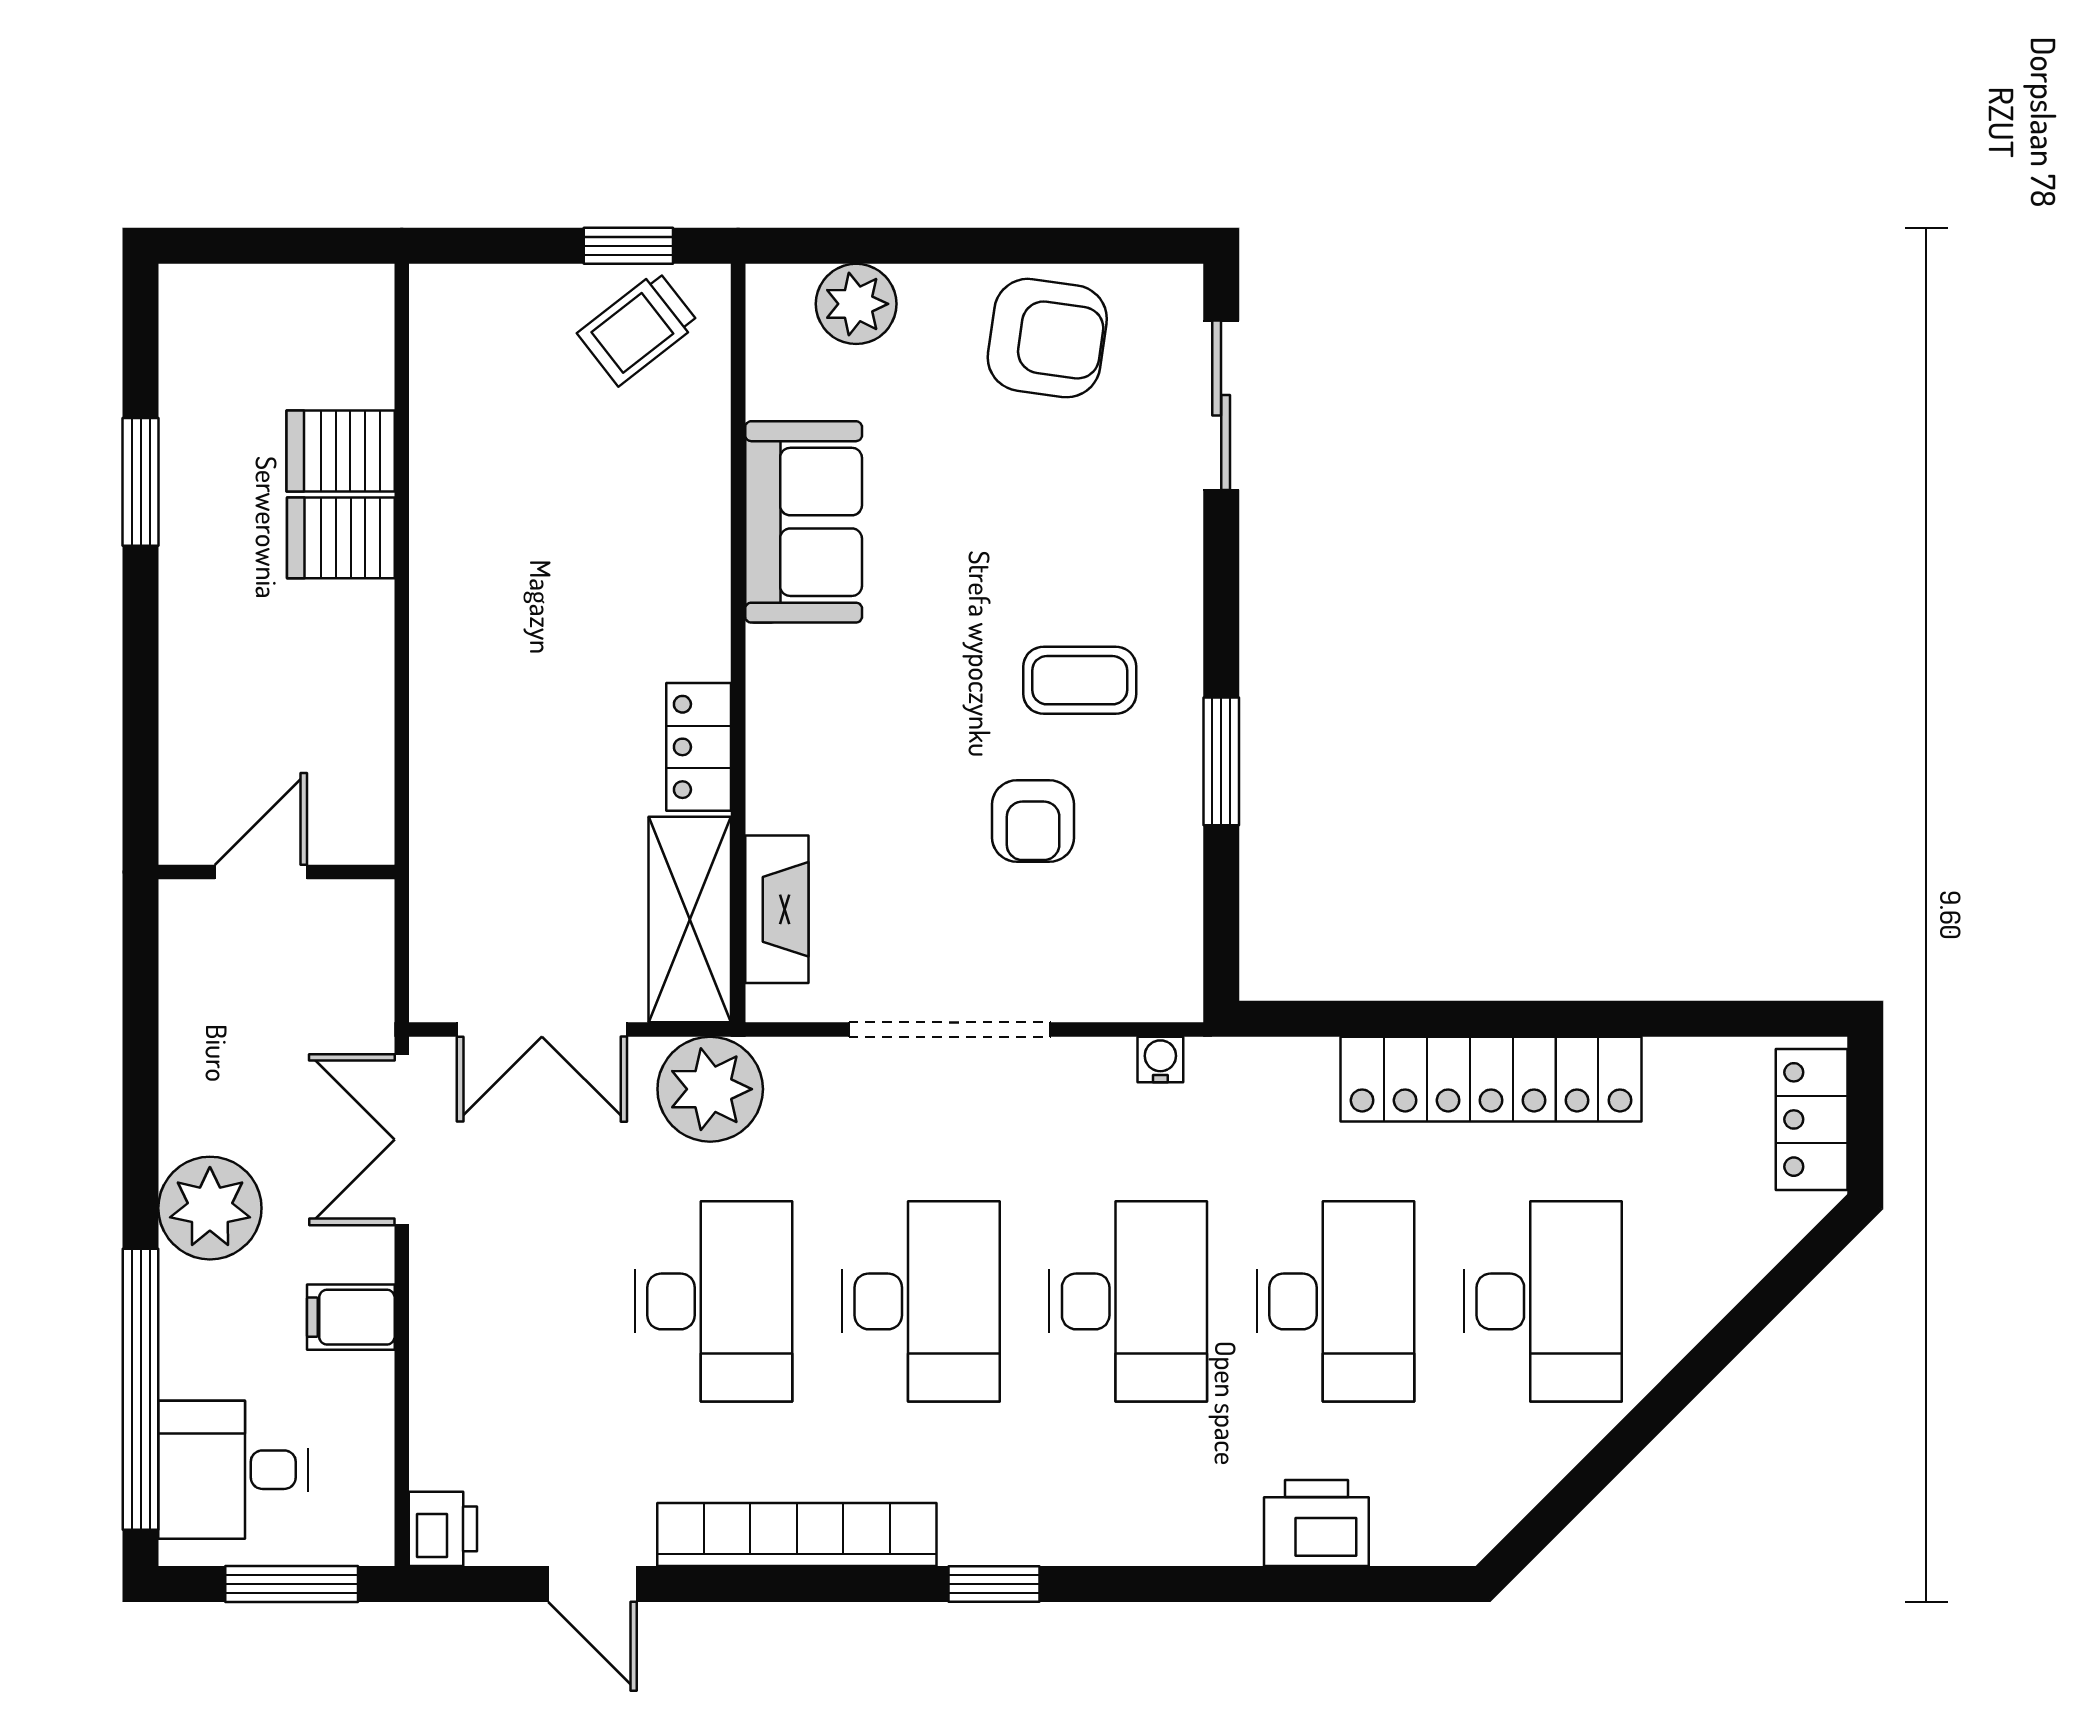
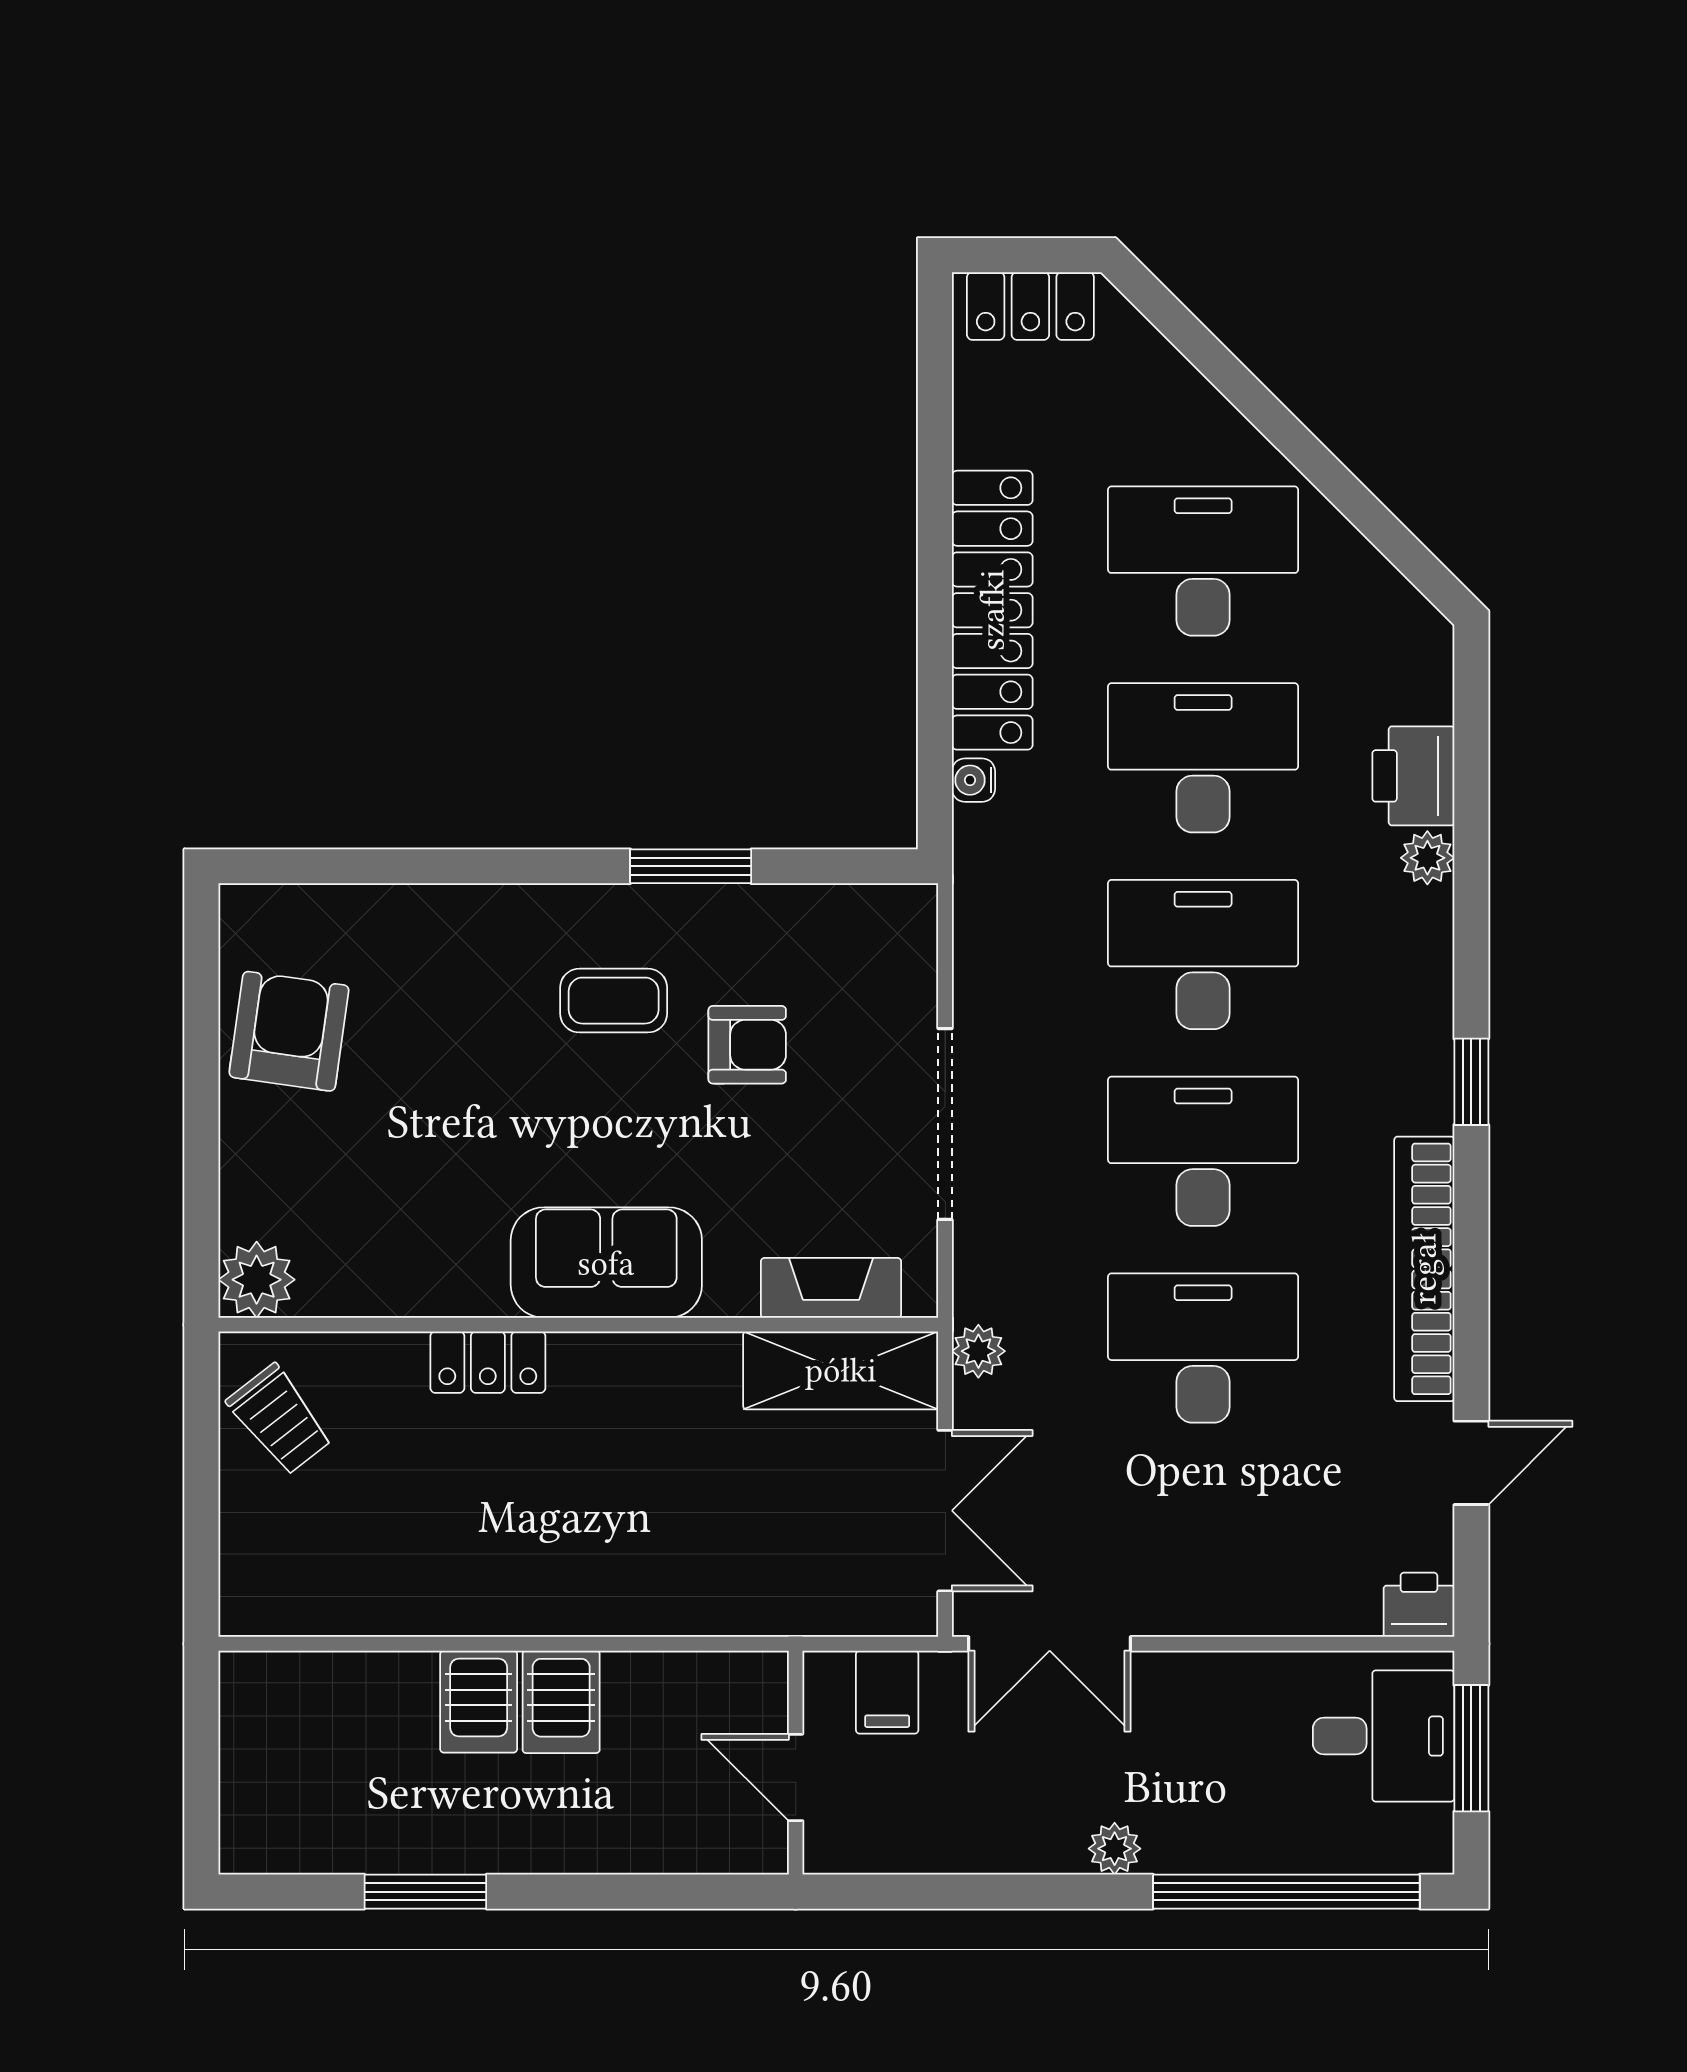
window: (628, 246) -> (201, 1429), removed
plant: (856, 304) -> (257, 1280), moved
sliding door: (1221, 405) -> (353, 866), removed
server rack: (341, 451) -> (561, 1702), moved
sofa: (804, 522) -> (606, 1263), moved
coffee table: (1080, 680) -> (614, 1001), turned 90
locker: (699, 747) -> (488, 1362), moved
water cooler: (1160, 1059) -> (973, 780), moved
plant: (710, 1089) -> (978, 1351), width x0.53, depth x0.53
plant: (210, 1208) -> (1115, 1849), width x0.53, depth x0.53
filing cabinet: (351, 1317) -> (887, 1692), moved
desk: (233, 1470) -> (1384, 1736), moved, turned -90
plant: (1230, 1538) -> (1427, 858), added

